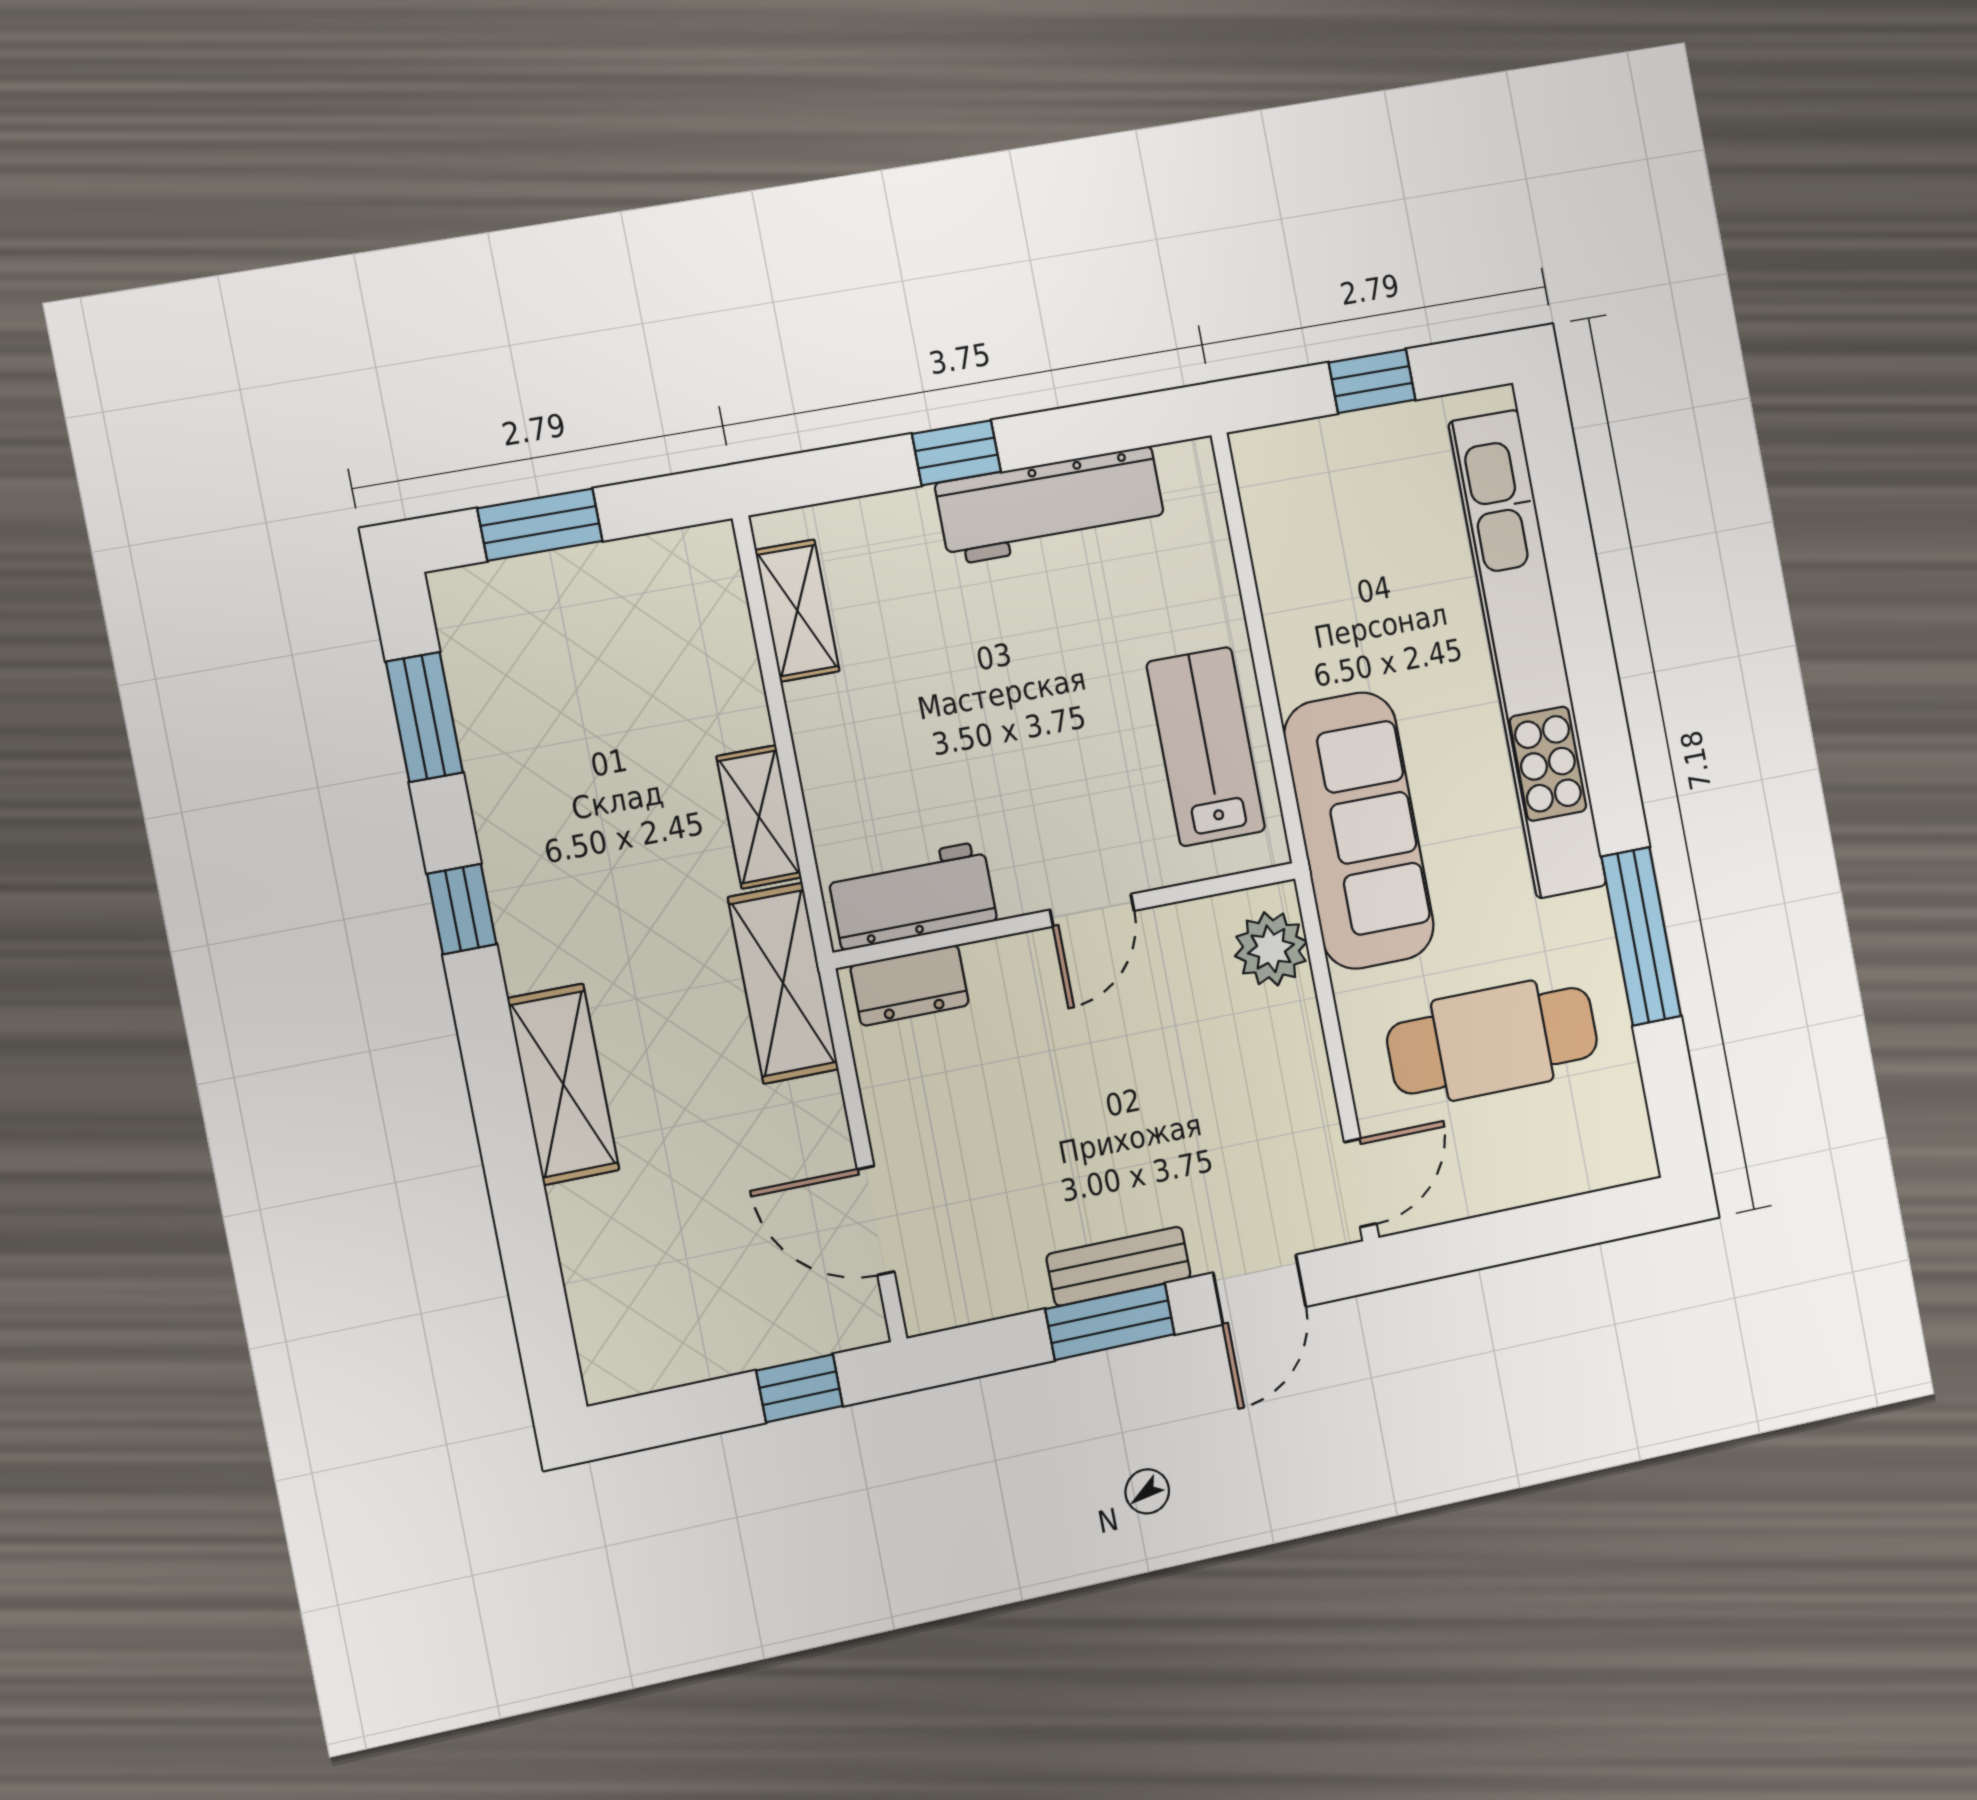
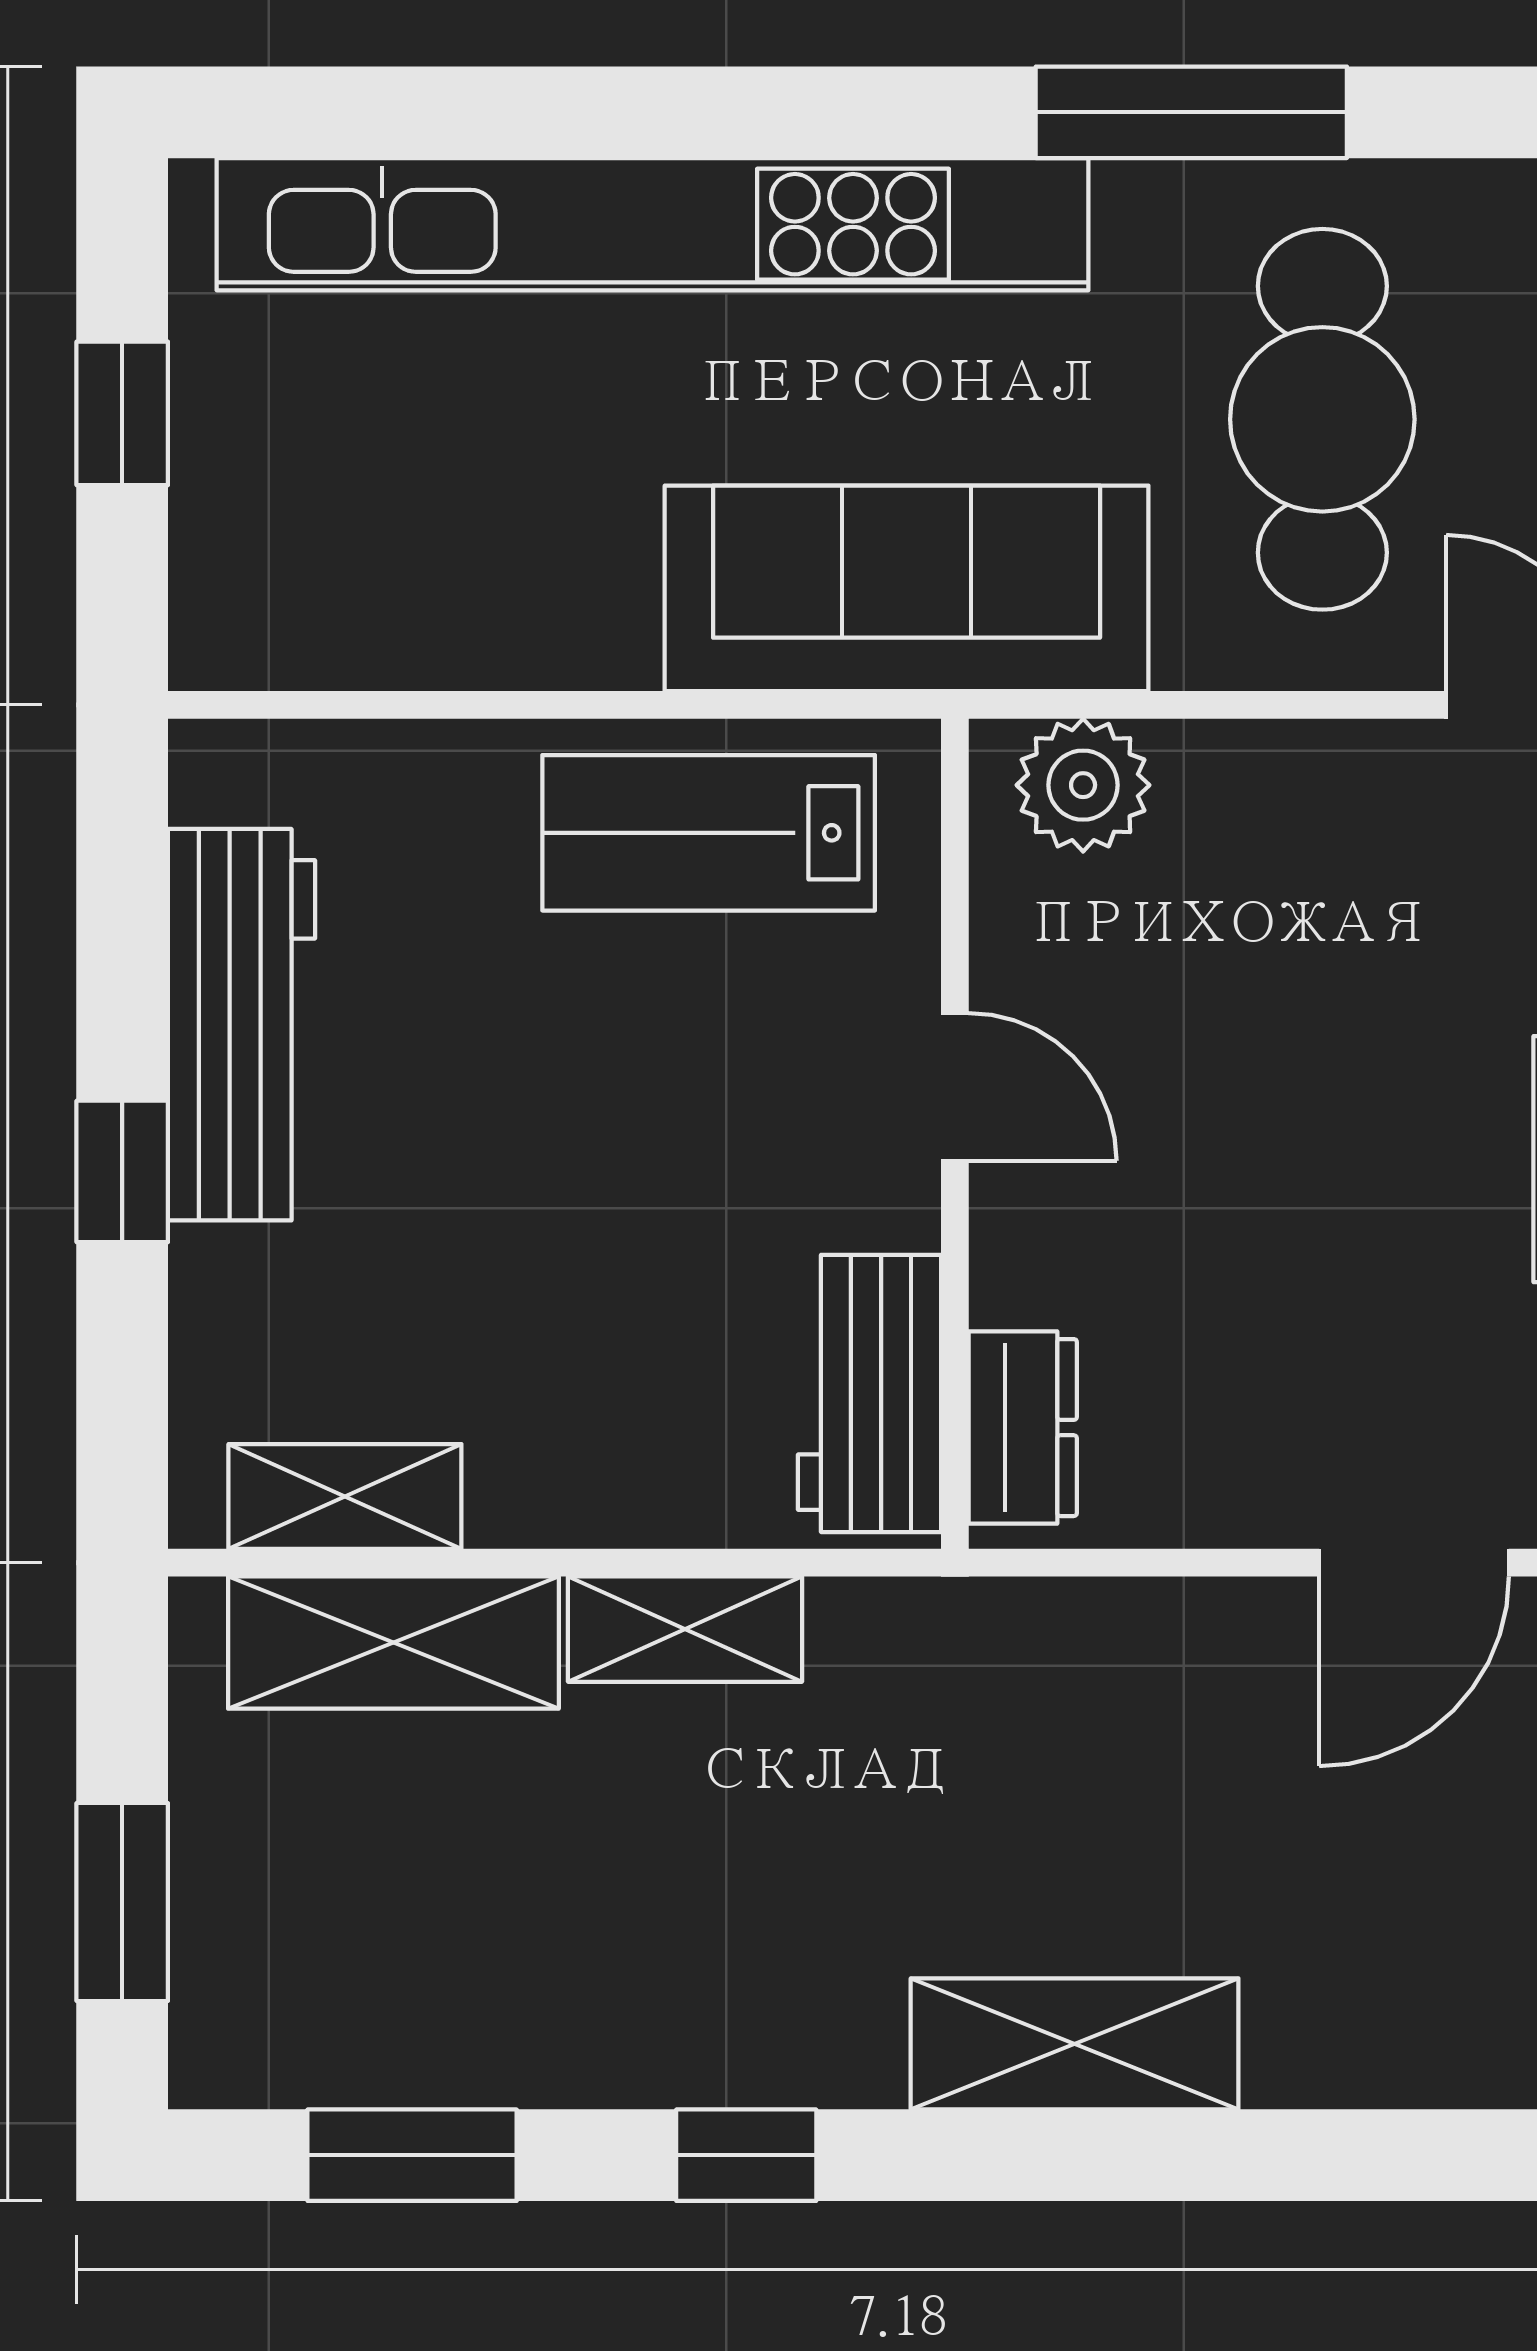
shelving: (783, 983) -> (393, 1643), moved

